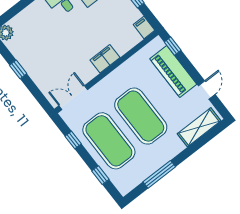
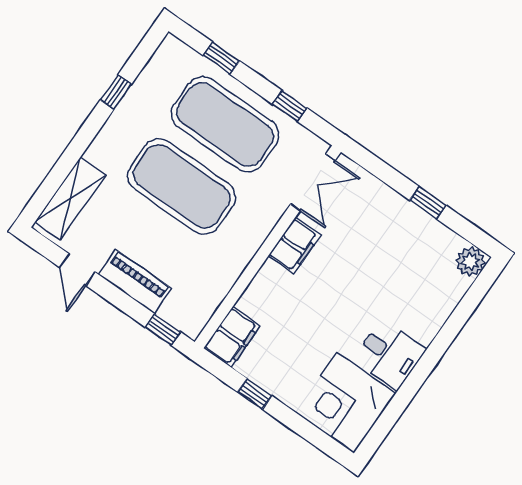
filing cabinet: (144, 27) -> (232, 337), width x2.00
filing cabinet: (105, 59) -> (294, 246), moved
piano: (173, 71) -> (135, 281), width x0.73, depth x0.75
window: (159, 174) -> (116, 92), width x0.46

